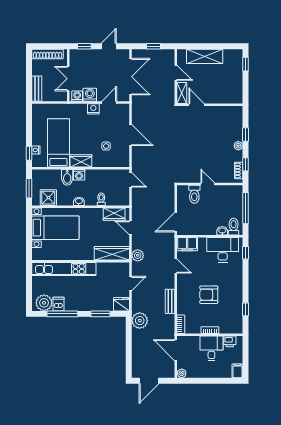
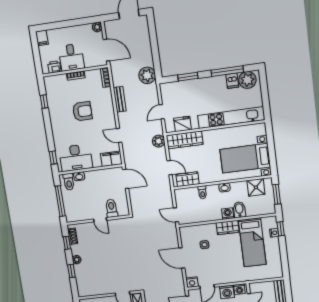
nightstand: (93, 109) -> (192, 282), moved
door: (176, 222) -> (125, 179), hinge flipped
fridge: (121, 304) -> (183, 124), moved, turned 180

